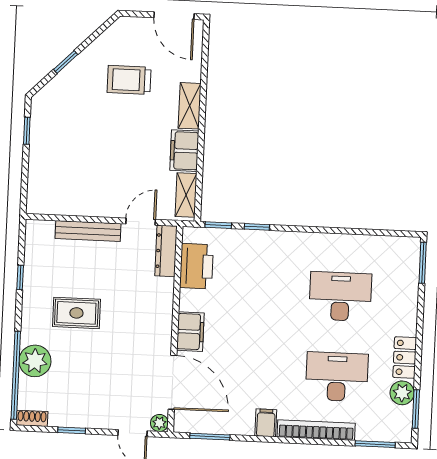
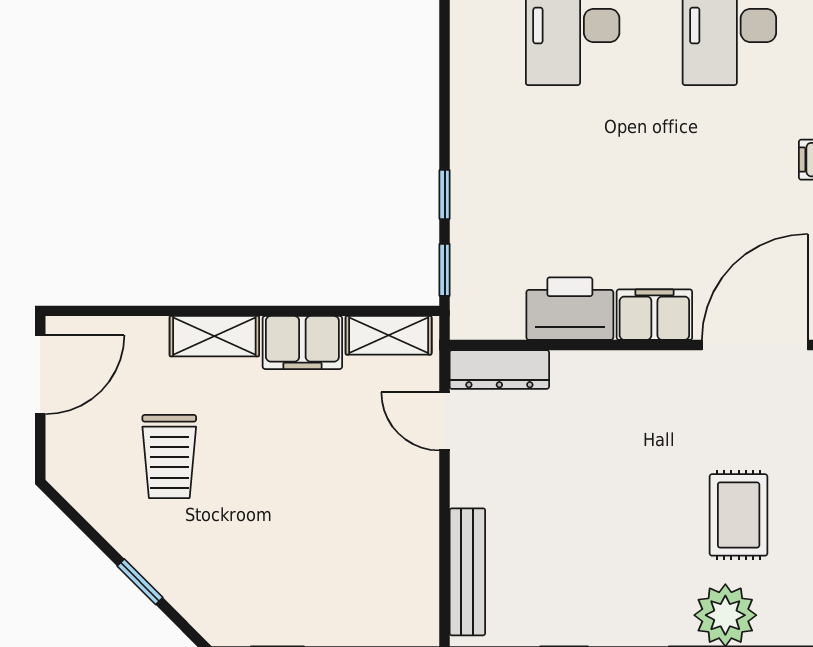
bench: (88, 231) -> (467, 572), moved
printer: (196, 266) -> (570, 309), moved
rug: (76, 313) -> (739, 515), moved

